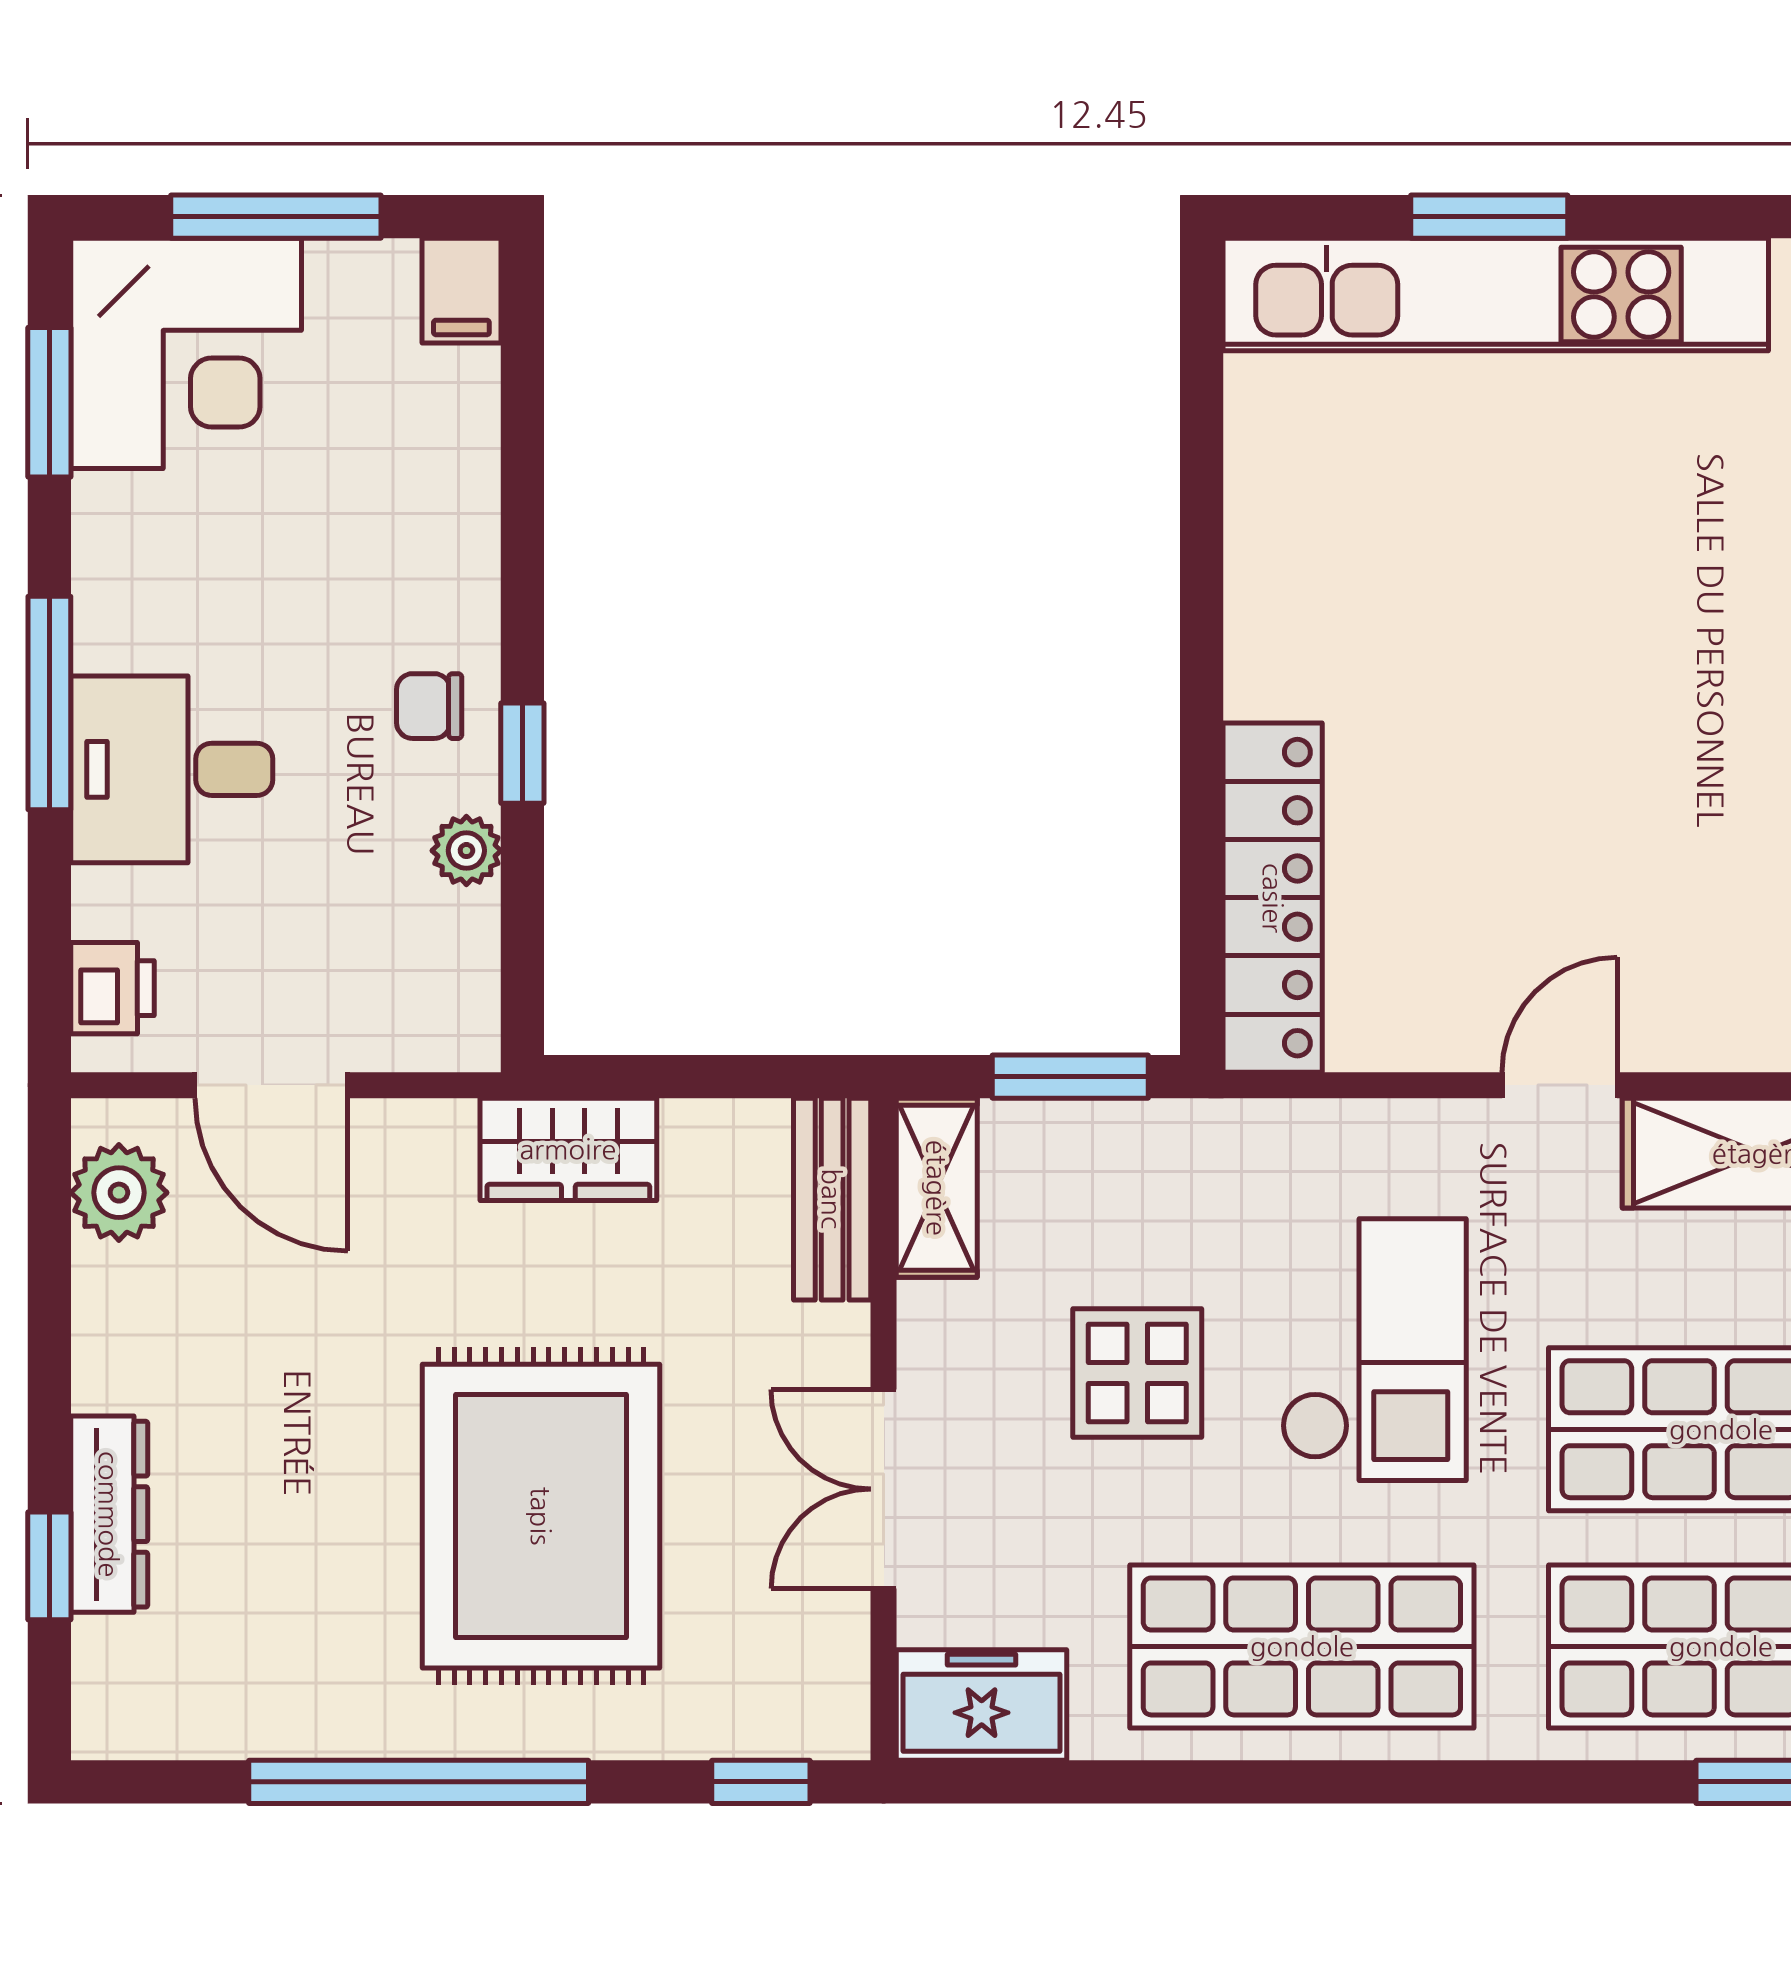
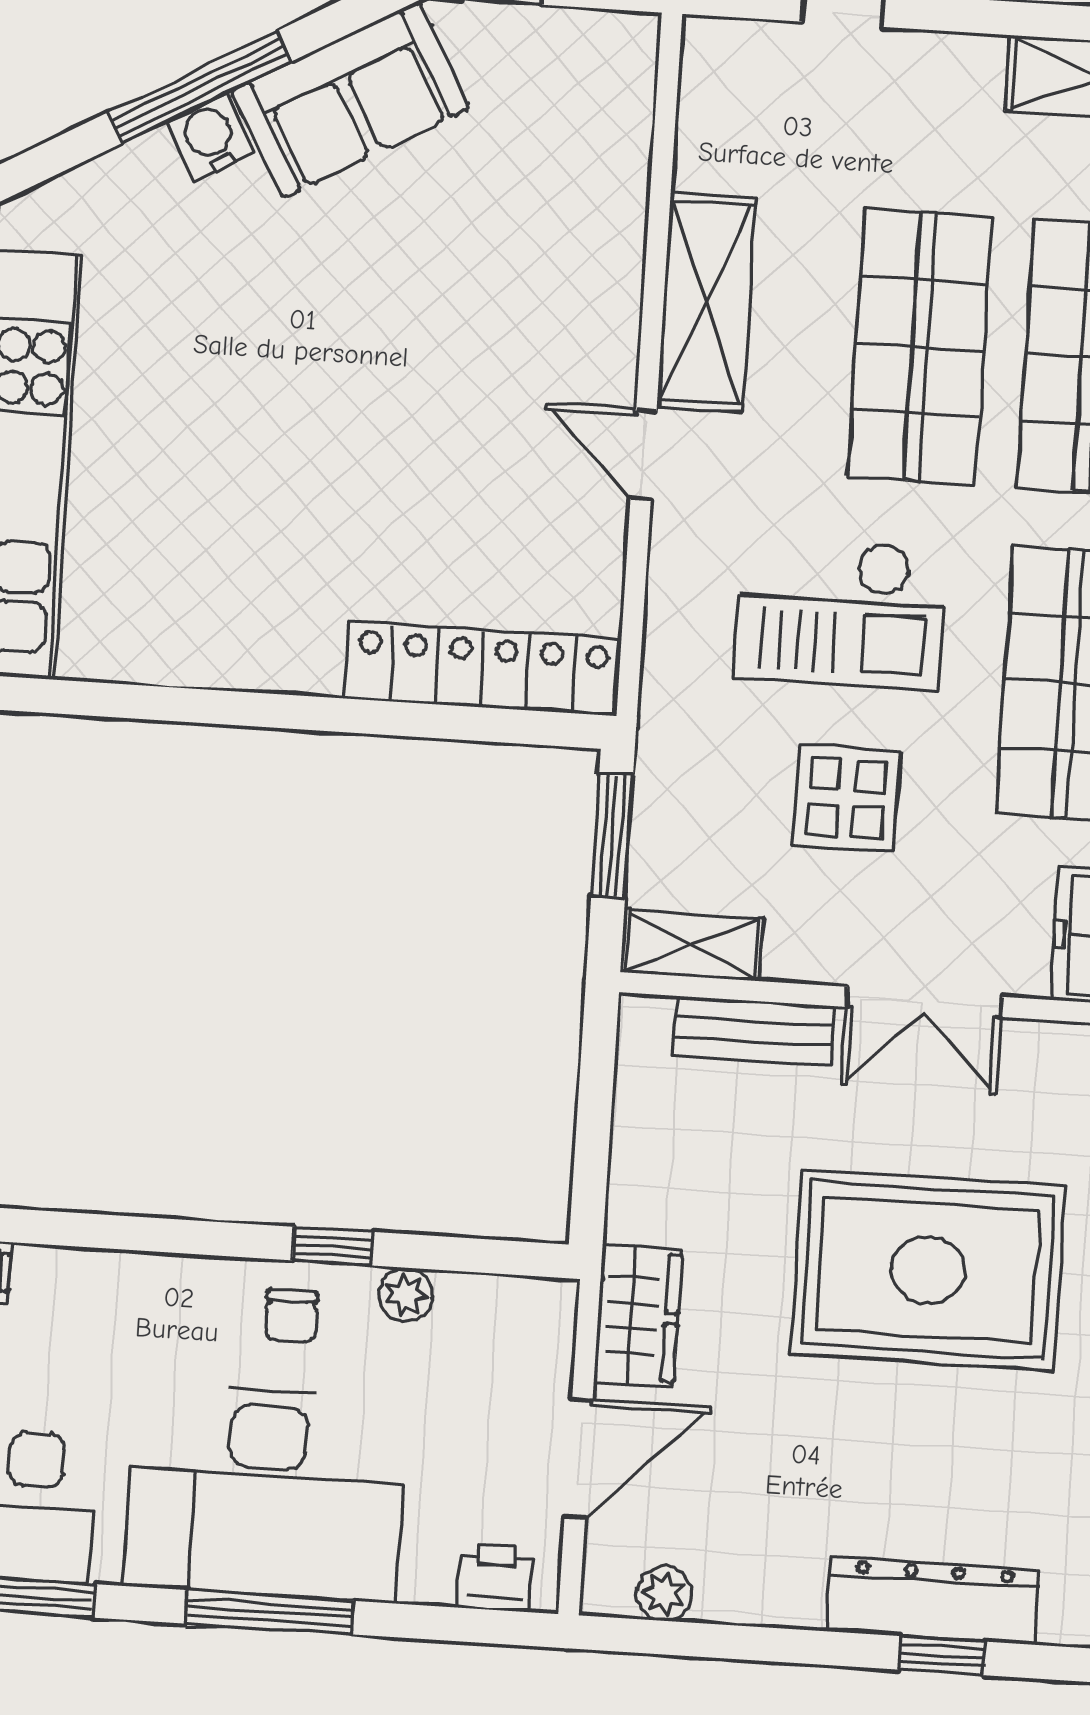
desk: (172, 769) -> (265, 1493), width x1.87, depth x1.30
wardrobe: (568, 1149) -> (638, 1316), moved
plant: (119, 1193) -> (664, 1593), width x0.73, depth x0.73
bench: (832, 1199) -> (754, 1031), moved
checkout: (1374, 1350) -> (840, 613), turned 180
dresser: (109, 1514) -> (933, 1601), width x1.37, depth x1.24

